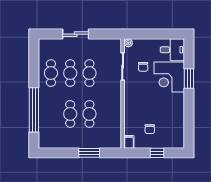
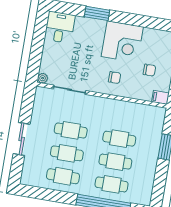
chair: (143, 67) -> (115, 78), moved
corner desk: (169, 77) -> (122, 42), moved
cafe table: (51, 114) -> (112, 184), added

